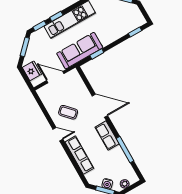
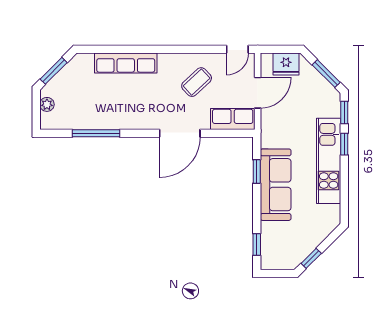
sofa: (80, 51) -> (276, 185), moved
door: (58, 134) -> (237, 49), moved
row of seats: (107, 136) -> (233, 119), moved
water cooler: (107, 184) -> (61, 80), removed

